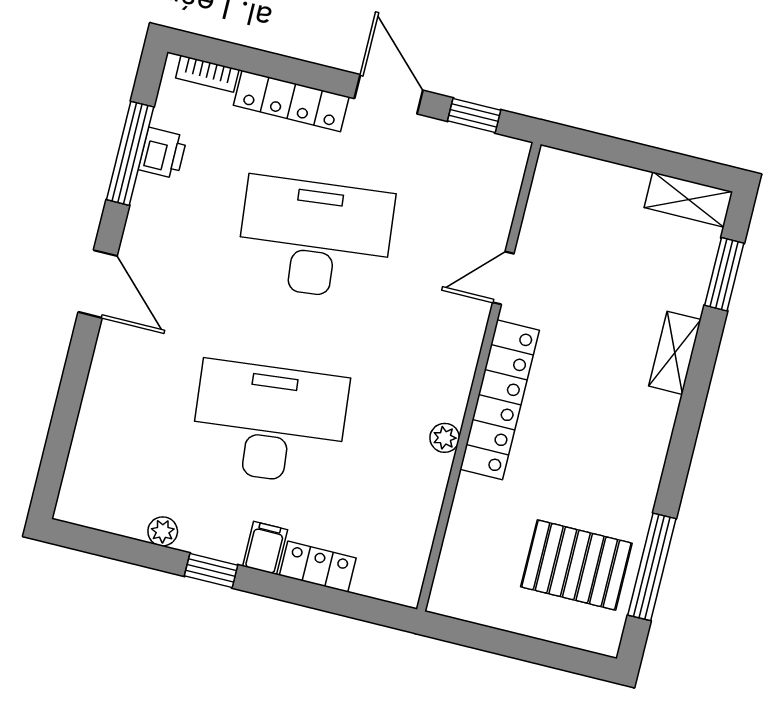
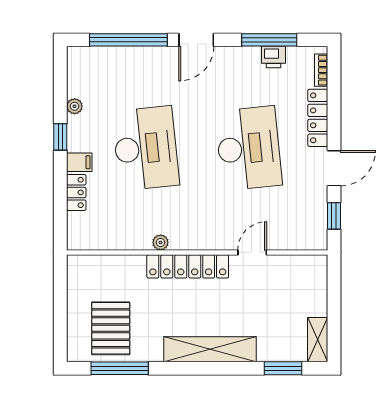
door: (503, 278) -> (252, 252), hinge flipped
shelving: (675, 353) -> (210, 349), width x2.20, depth x1.33
window: (68, 406) -> (128, 40), added

